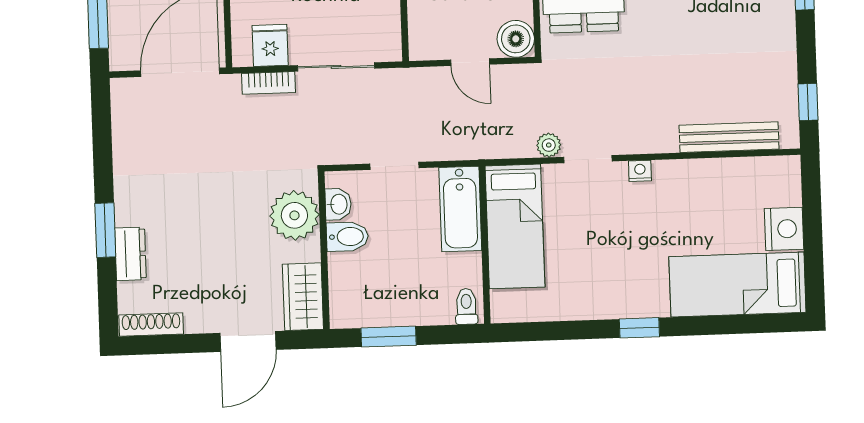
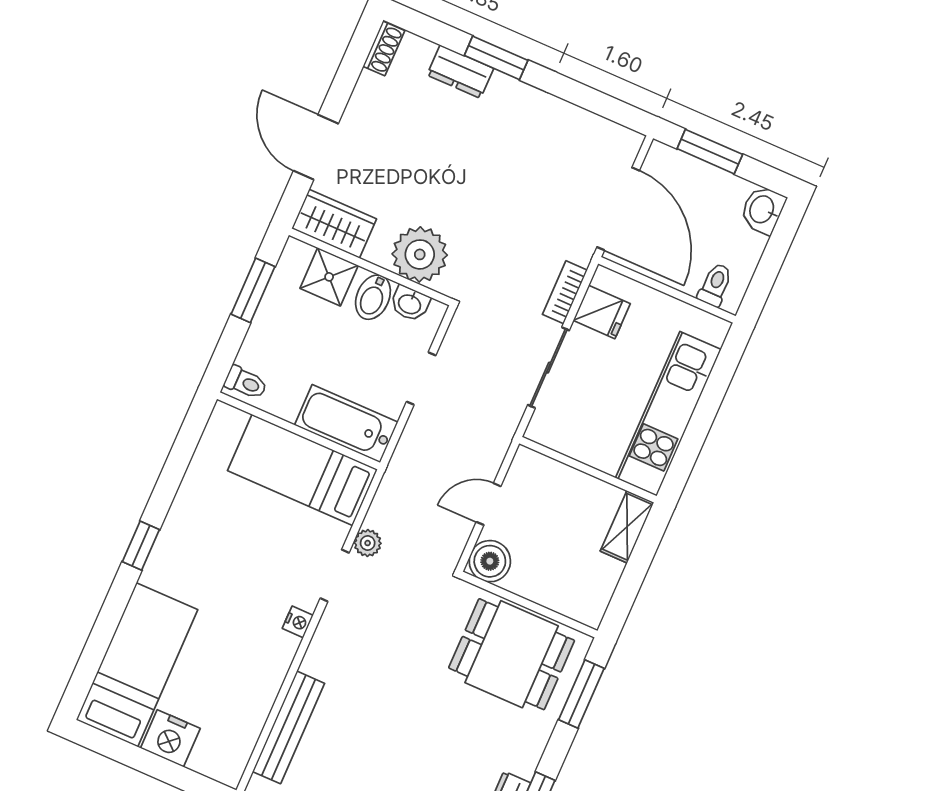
shower: (348, 280) -> (329, 277), added
shoe rack: (151, 325) -> (384, 48), width x0.70

